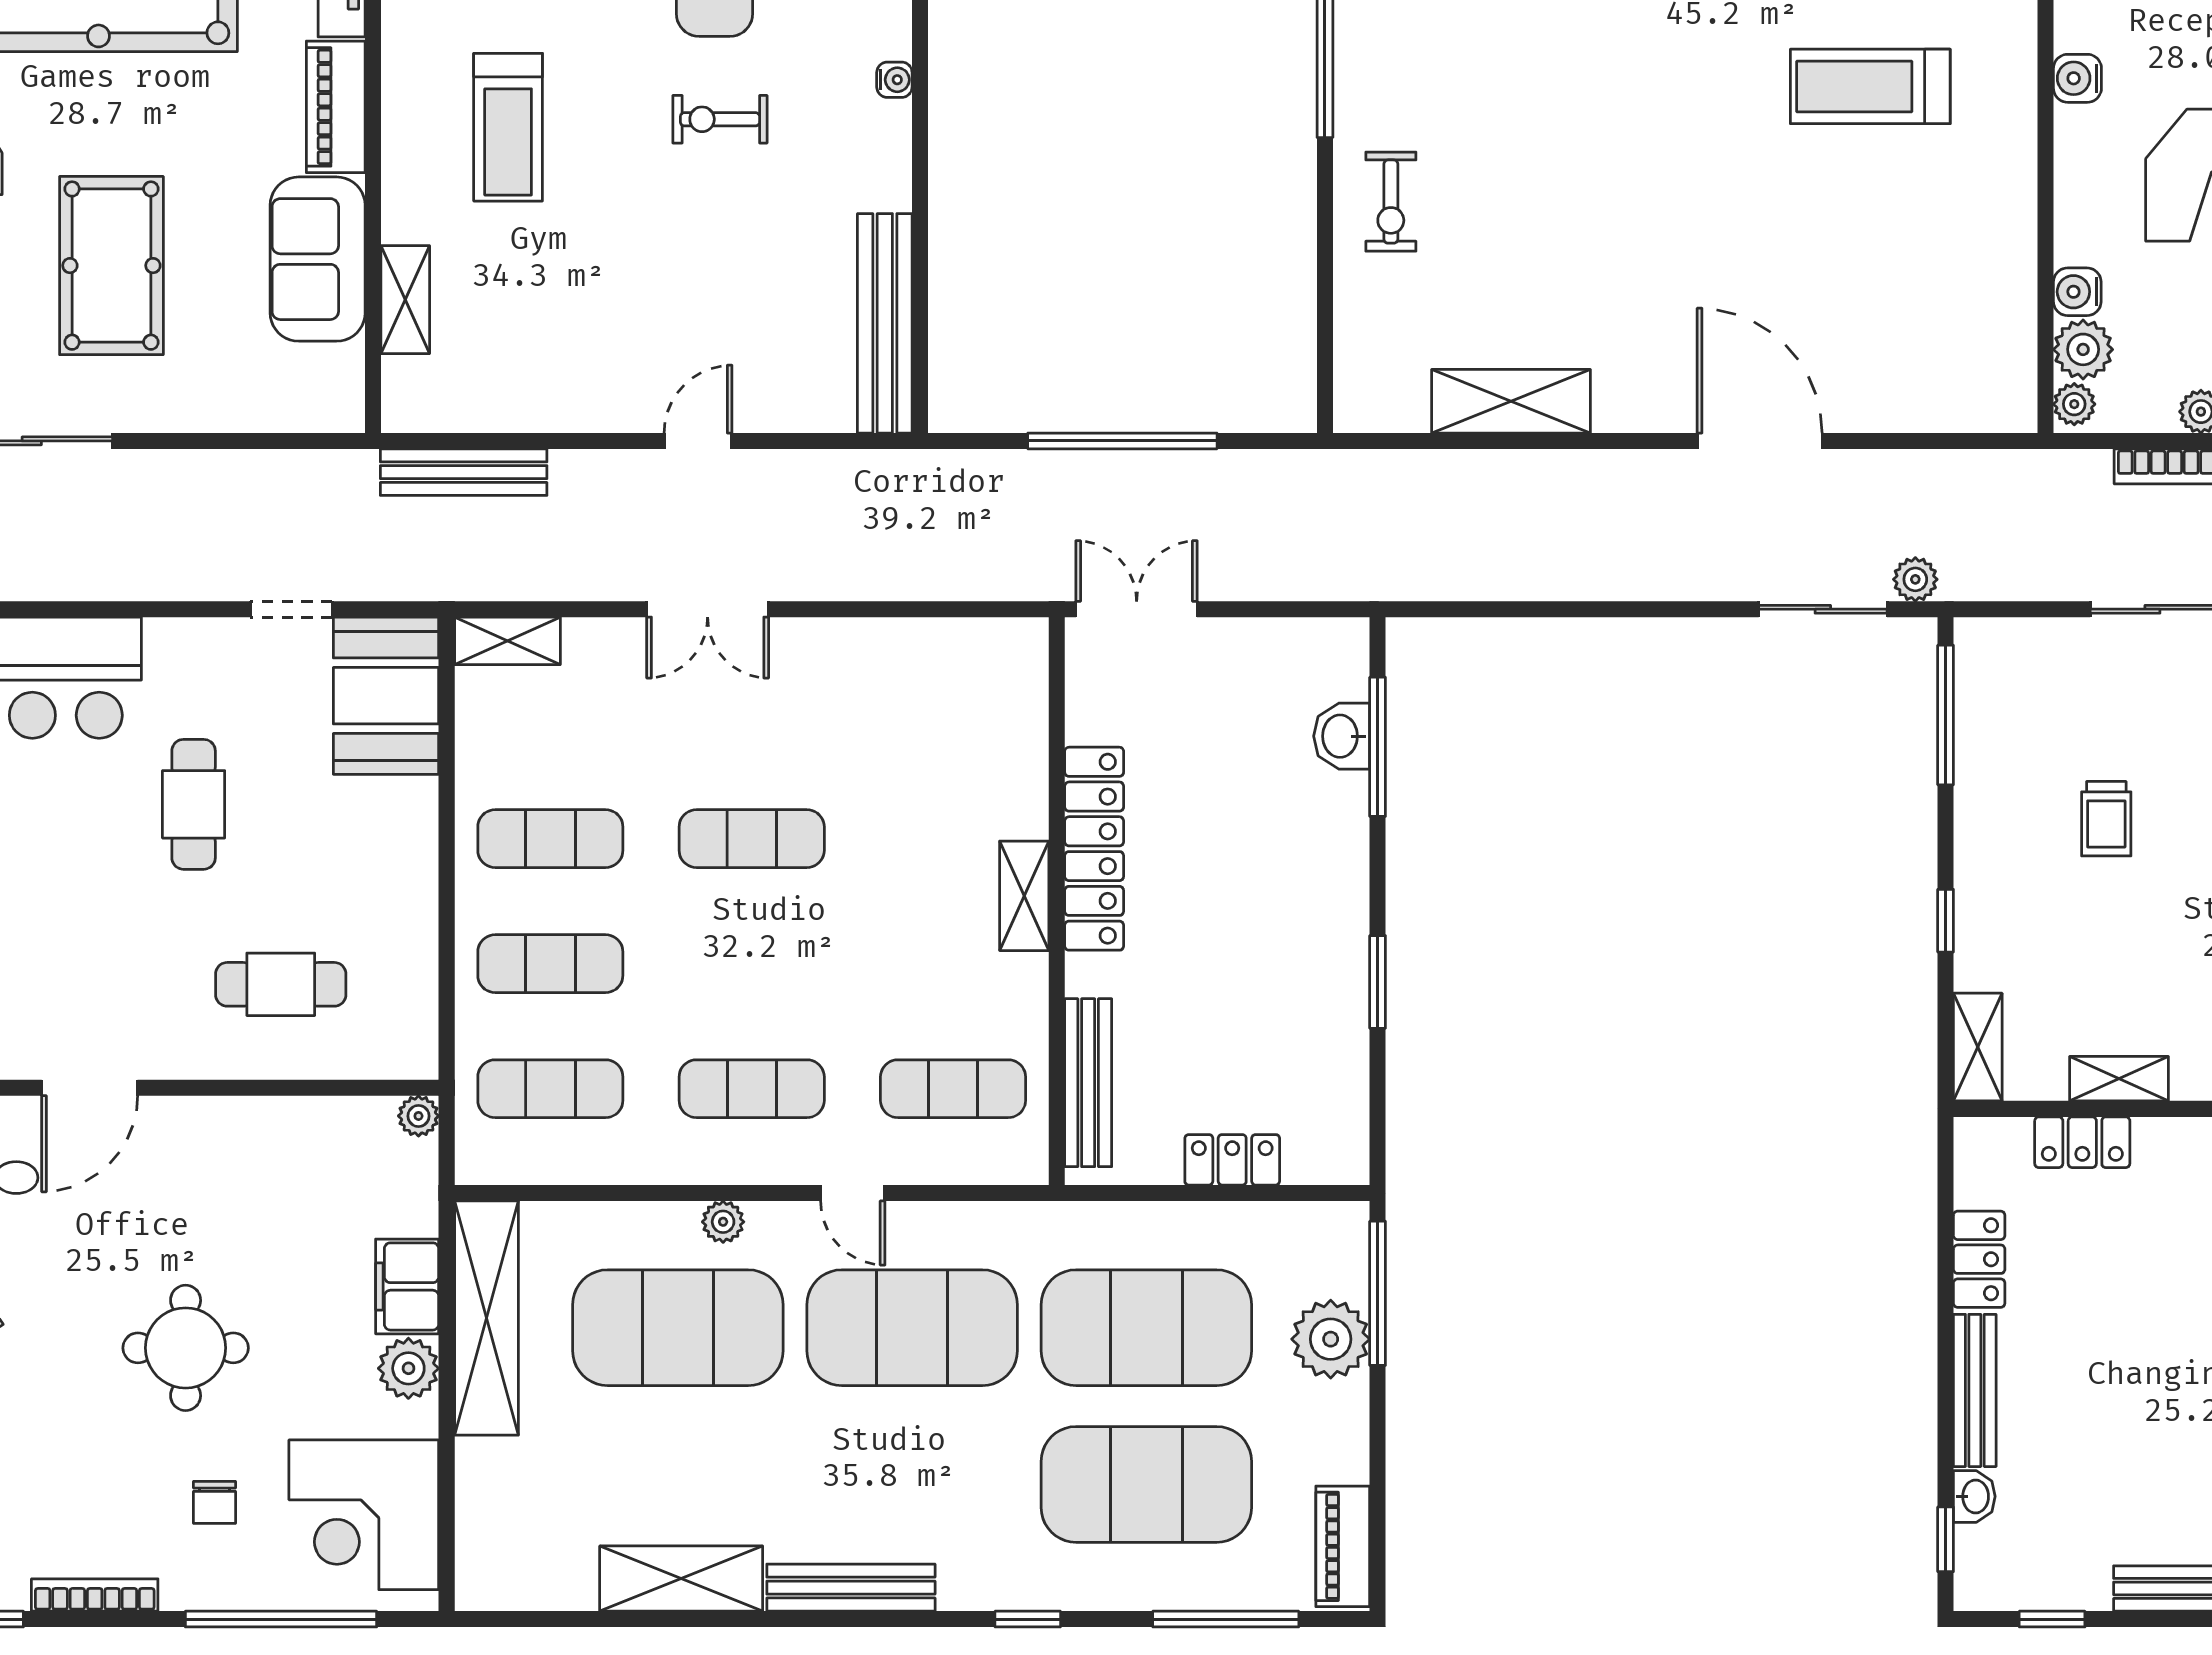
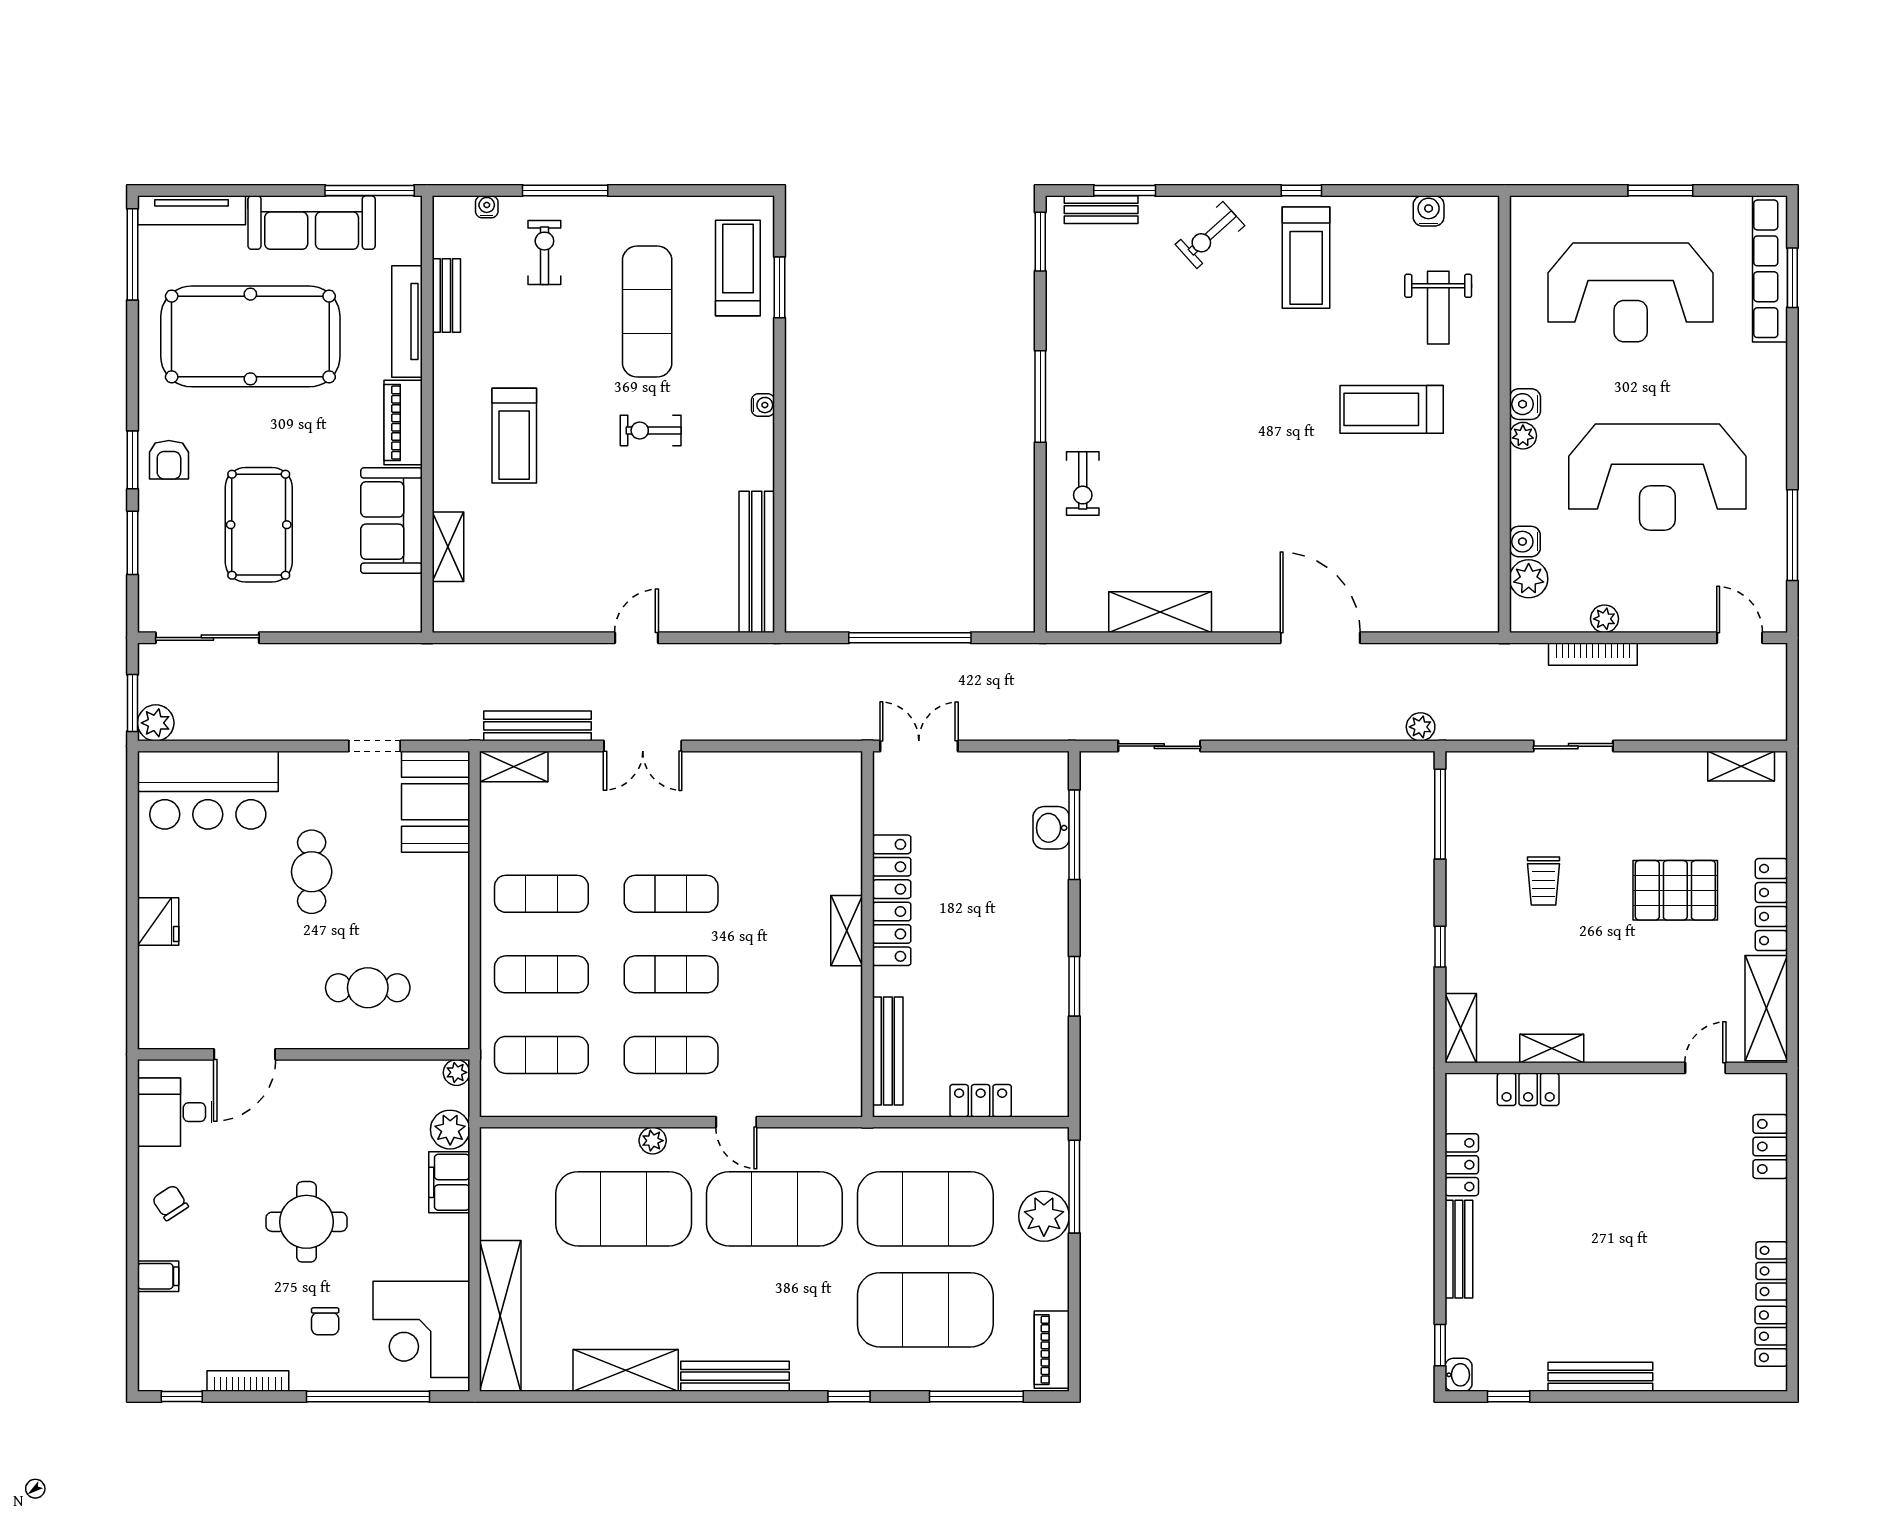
plant: (2074, 404) -> (1523, 436), moved
bench: (464, 472) -> (538, 726), moved
sliding door: (1823, 609) -> (1159, 746), moved
exercise mat: (953, 1089) -> (671, 974), moved
shelving: (486, 1318) -> (500, 1316), moved
plant: (408, 1368) -> (450, 1130), moved
washbasin: (1974, 1496) -> (1459, 1375), moved

